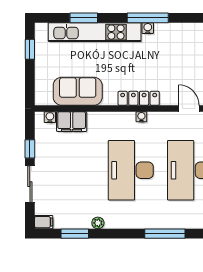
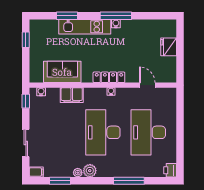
kitchen unit: (95, 32) -> (85, 27), width x0.73
filing cabinet: (72, 122) -> (72, 95), moved
window: (30, 149) -> (26, 101), moved
plant: (114, 220) -> (90, 171), added

